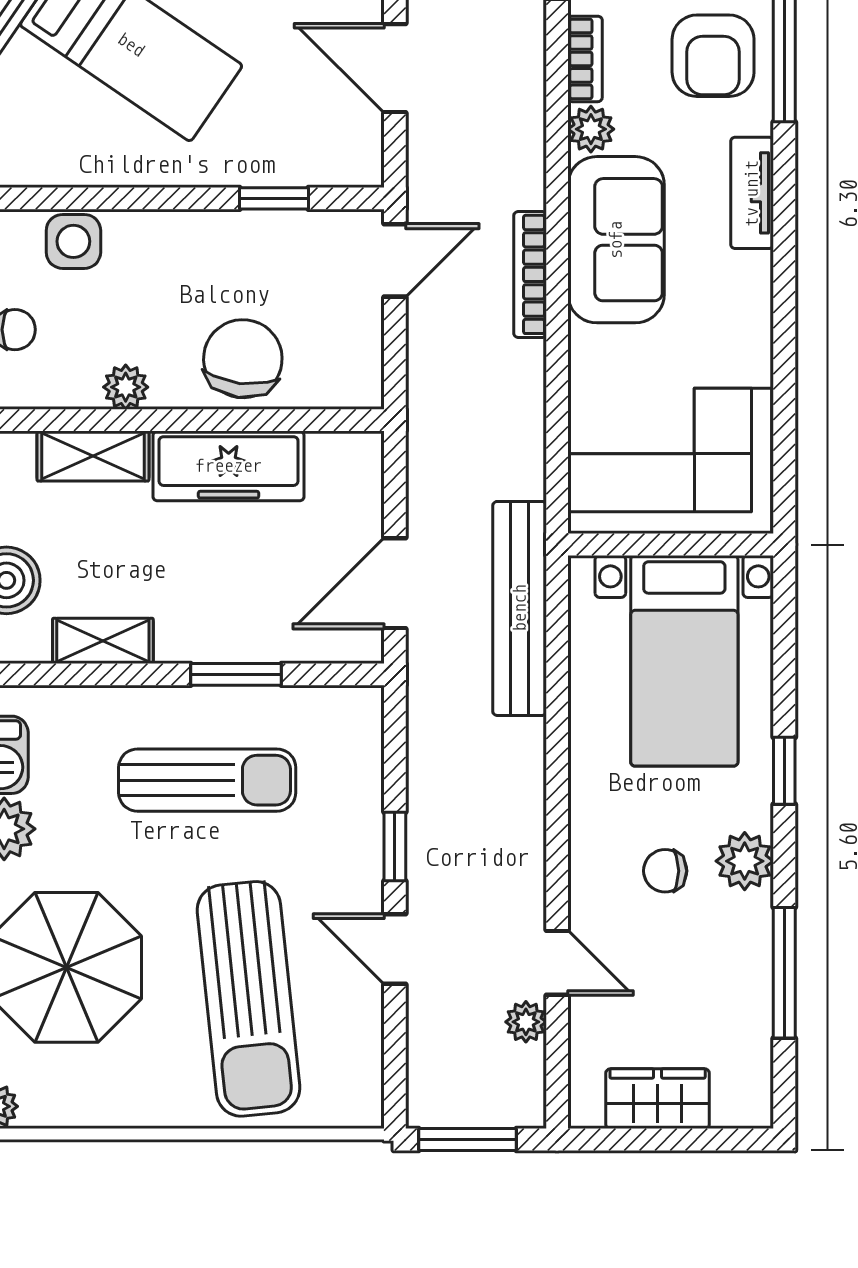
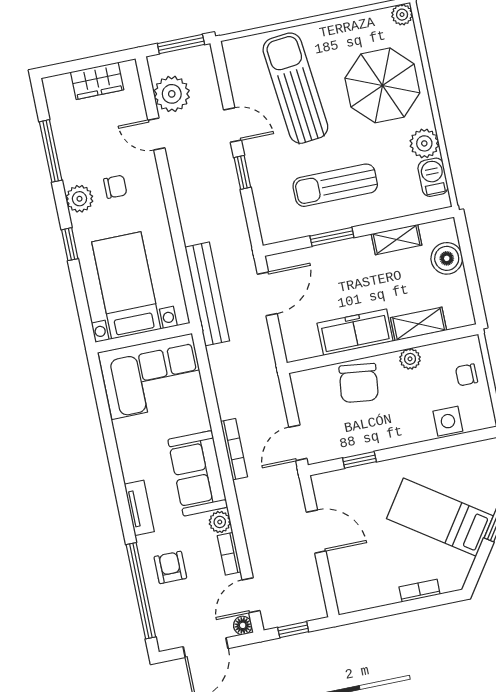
armchair: (713, 56) -> (170, 567), width x0.72, depth x0.72
plant: (526, 1022) -> (172, 94), width x1.87, depth x1.87

